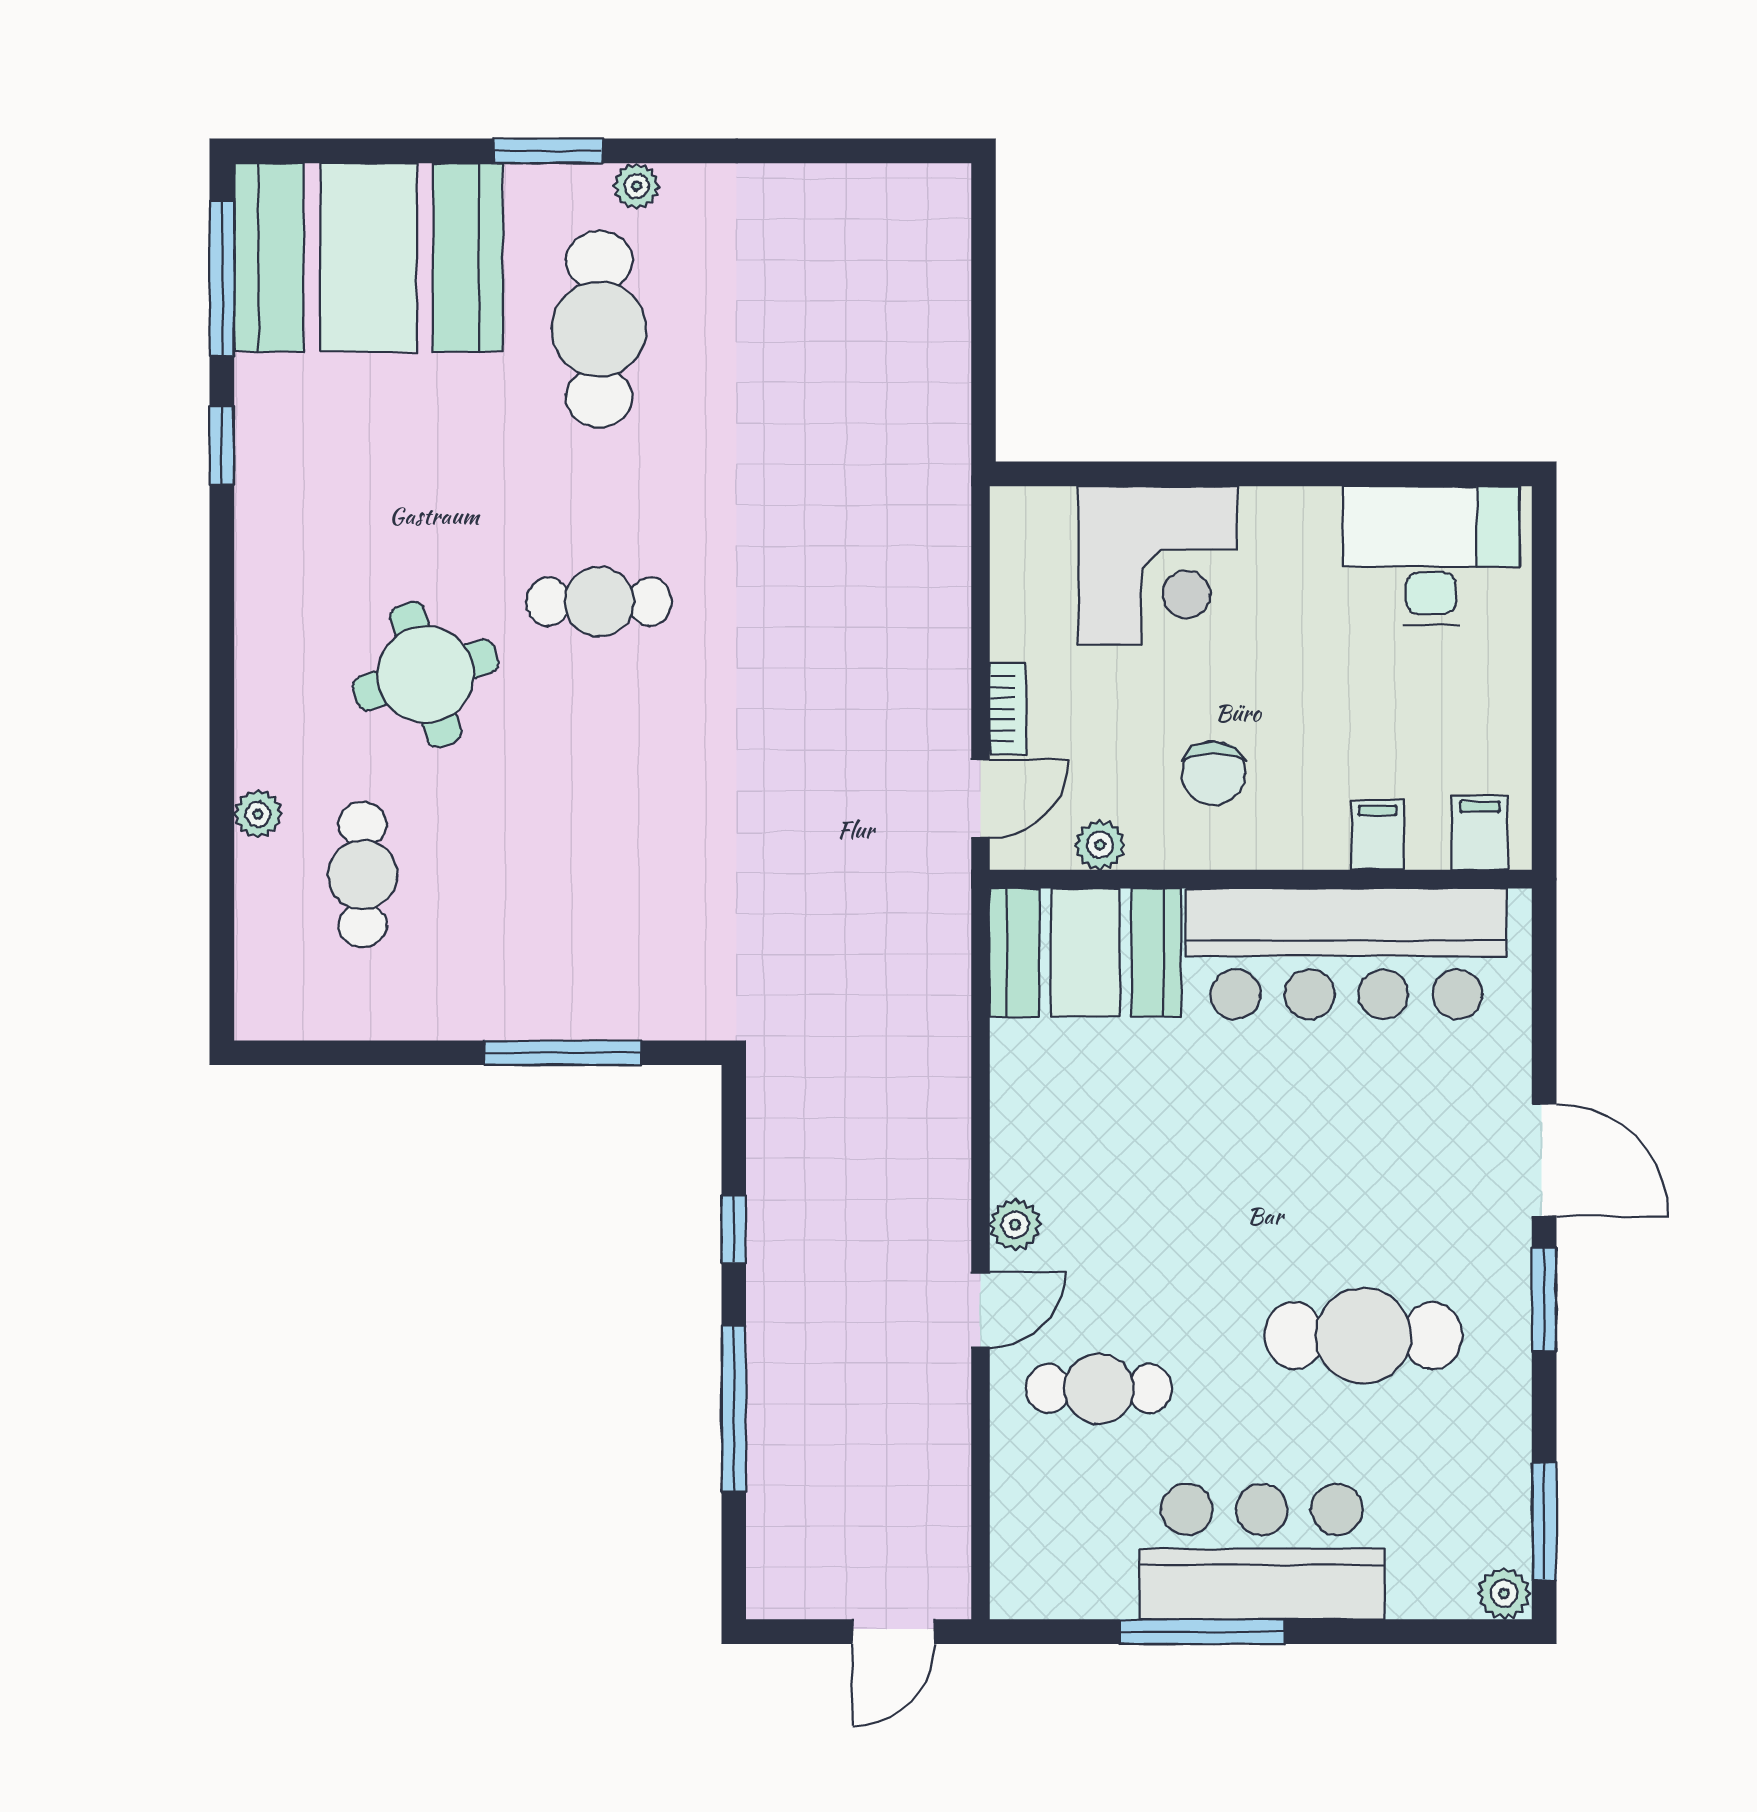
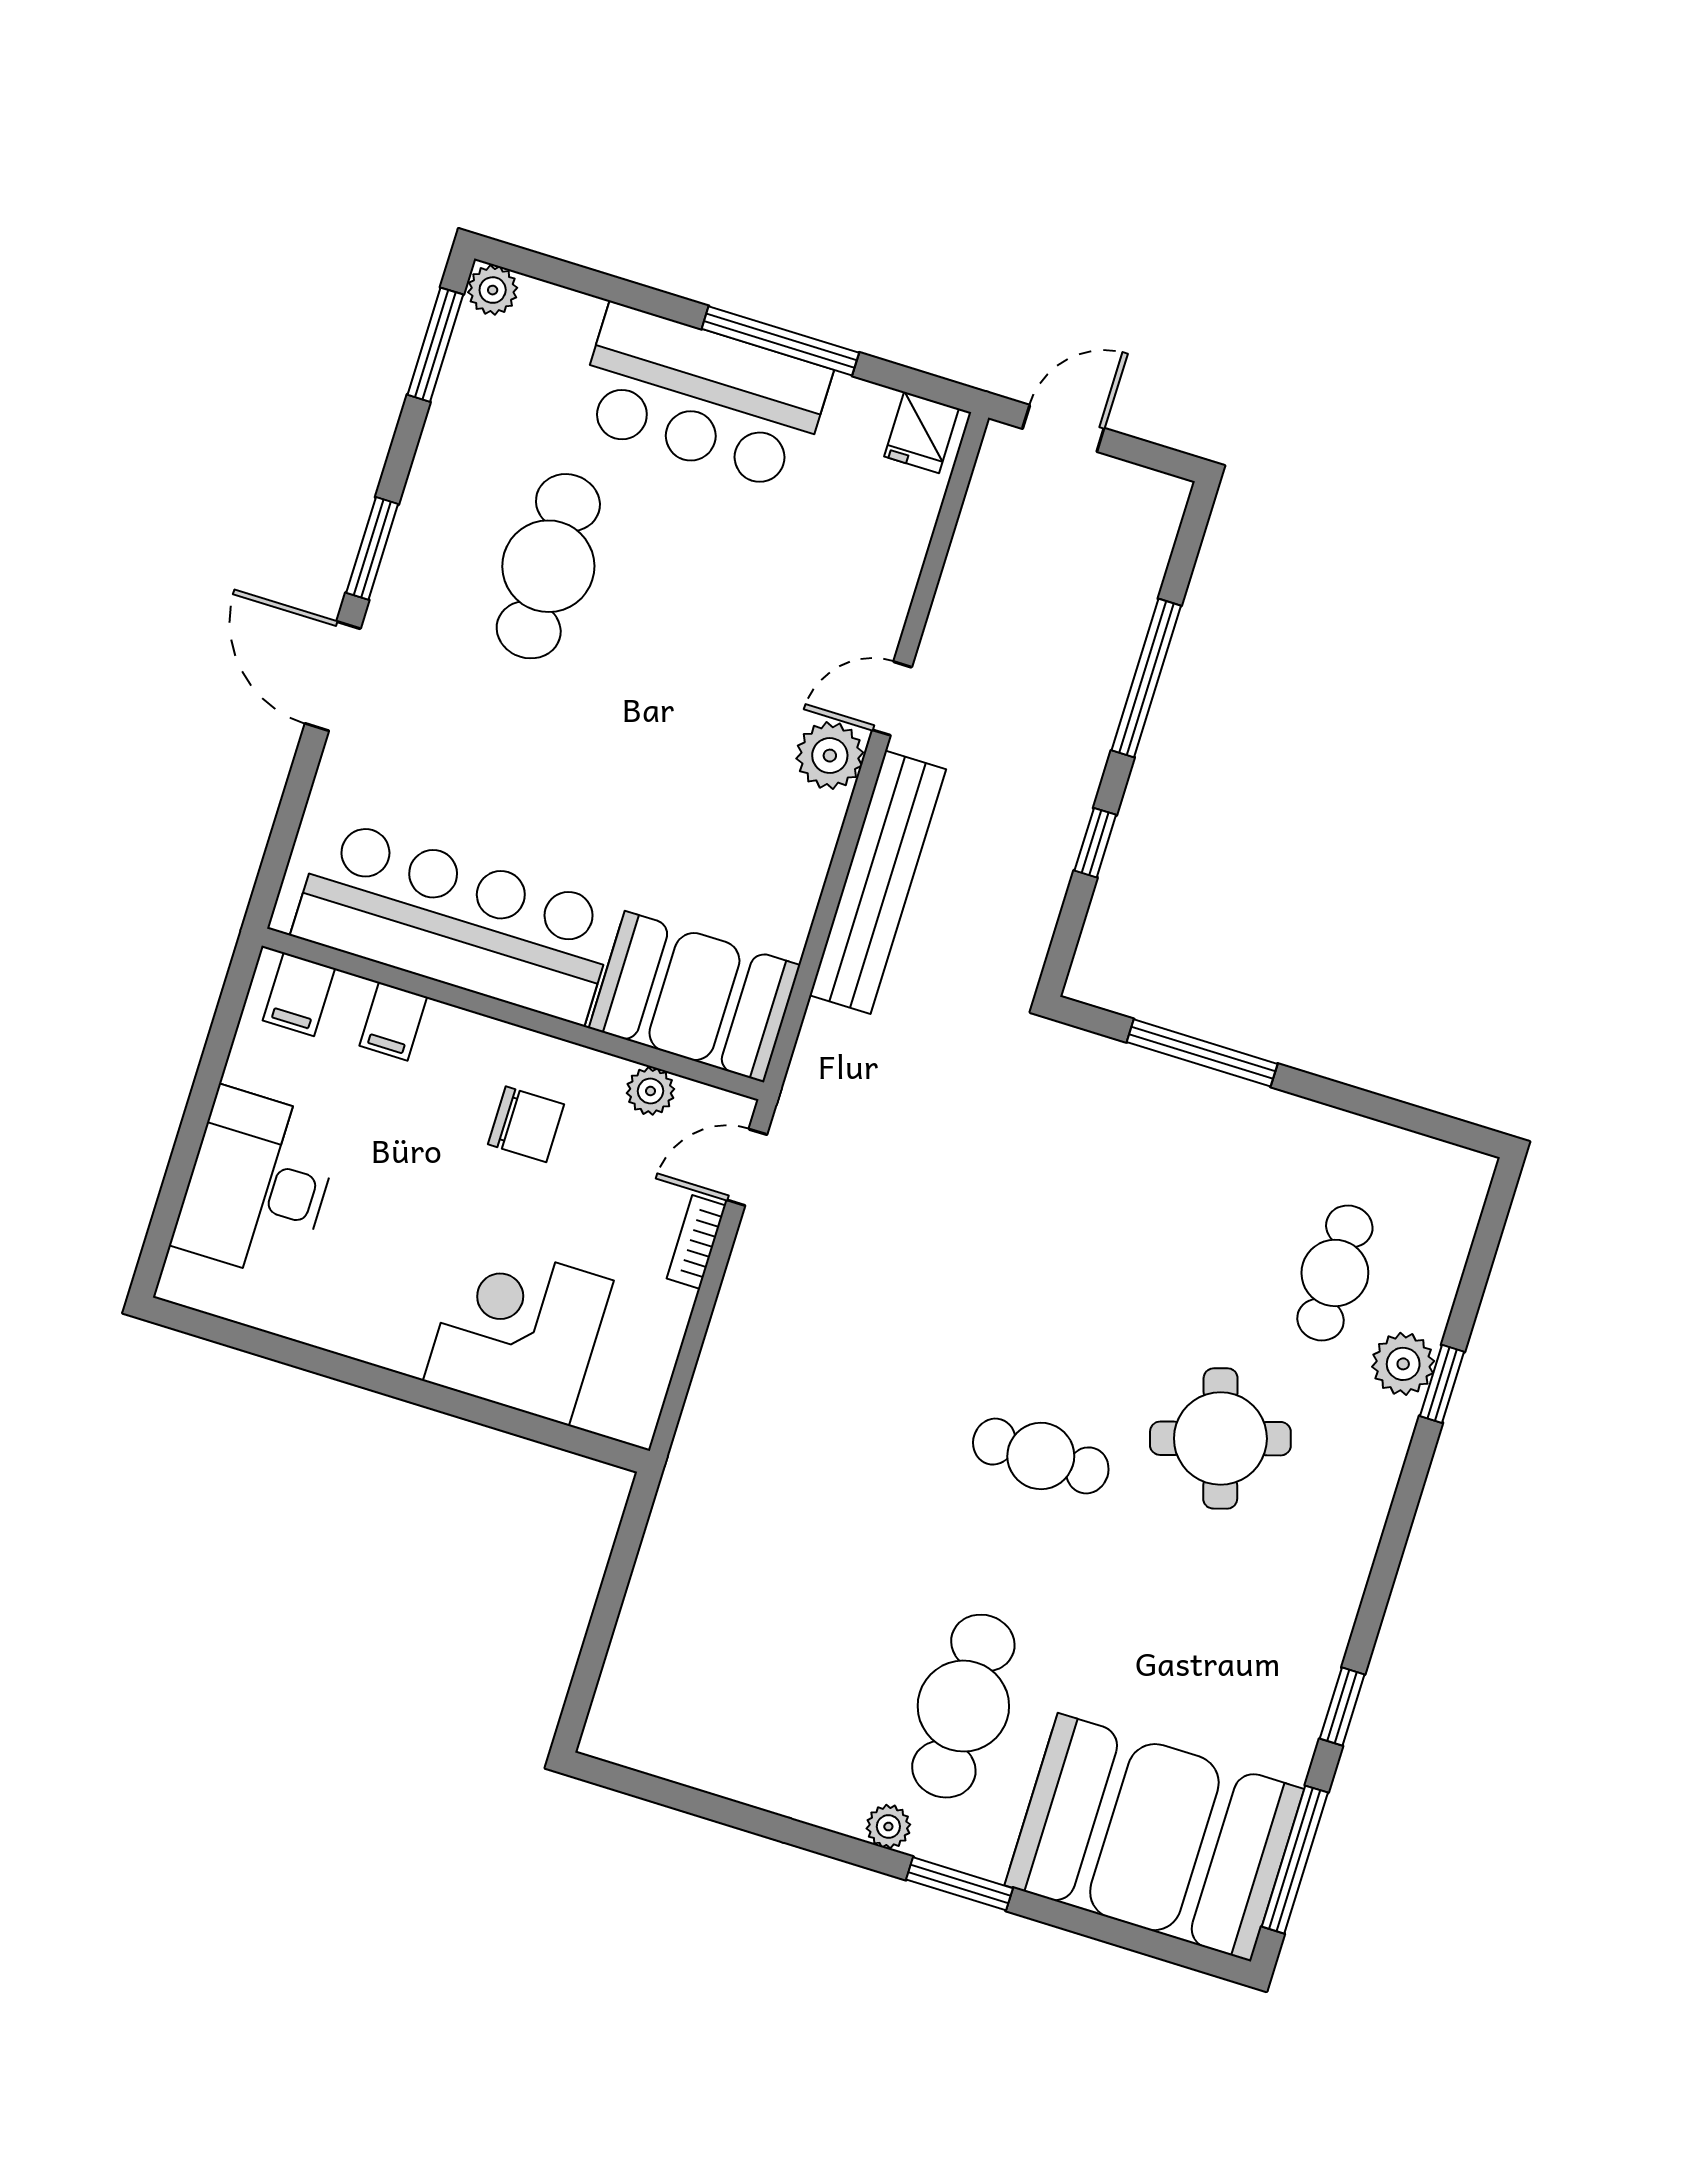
desk: (1431, 556) -> (258, 1184), moved, turned 90
chair: (1214, 773) -> (526, 1124), turned 90
window: (222, 797) -> (1442, 1384), added
plant: (258, 814) -> (1403, 1364), width x1.38, depth x1.38
bench: (938, 1123) -> (878, 882), added
plant: (1015, 1224) -> (830, 756), width x1.38, depth x1.38
cafe table: (1363, 1336) -> (548, 566), turned 90
cafe table: (1099, 1389) -> (806, 593), removed
fridge: (1033, 1584) -> (922, 432), added

